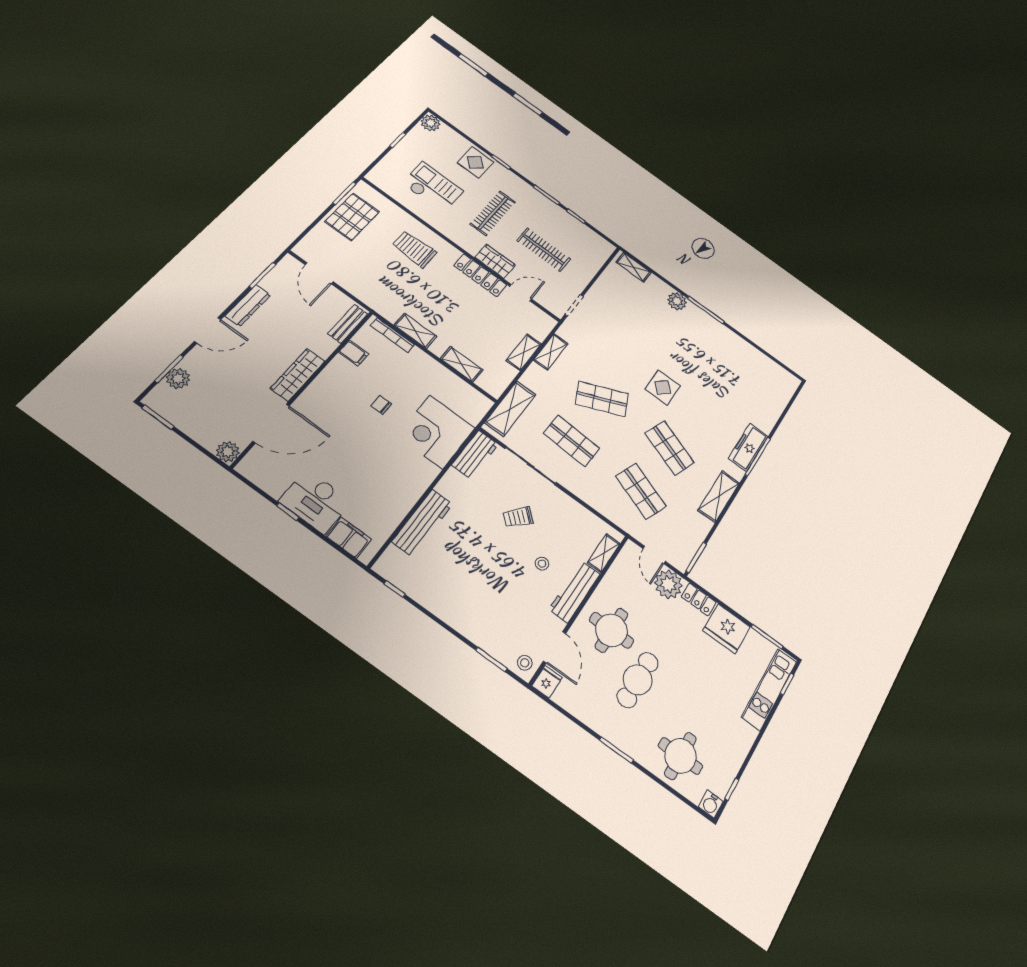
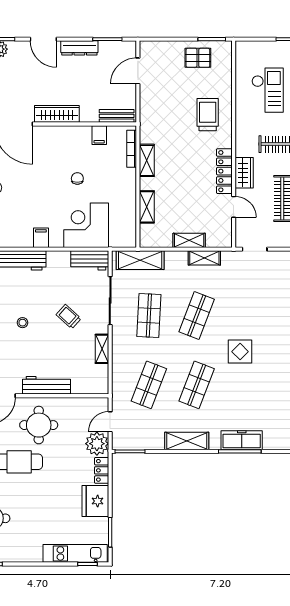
pallet: (352, 217) -> (198, 58), width x0.67, depth x0.71
shop shelf: (602, 399) -> (197, 316), turned 45
filing cabinet: (415, 484) -> (41, 238), added
shelving: (604, 553) -> (102, 349), moved, turned 90
stool: (542, 564) -> (23, 323), moved

